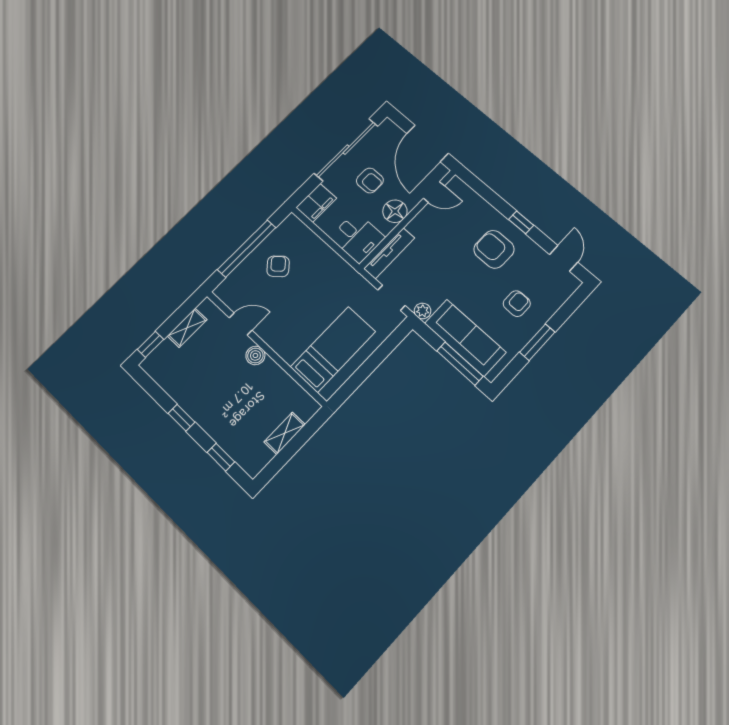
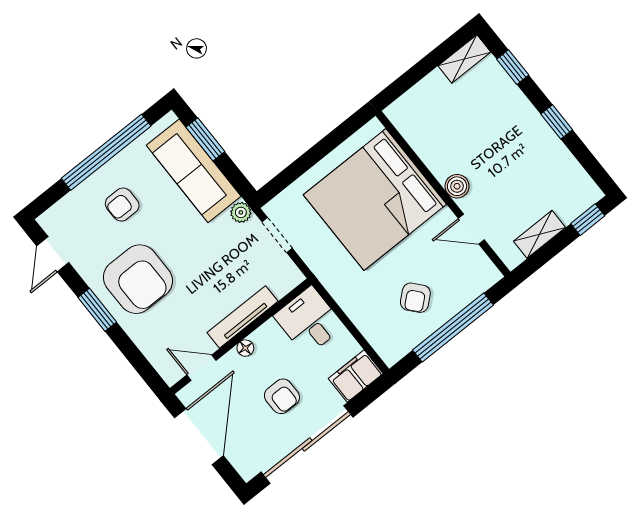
armchair: (370, 181) -> (282, 396), turned 180
floor lamp: (395, 211) -> (245, 348), width x0.53, depth x0.53
window: (521, 222) -> (97, 310), width x1.50
armchair: (494, 249) -> (138, 279), width x1.36, depth x1.36
tv unit: (389, 253) -> (242, 317), moved
window: (537, 342) -> (106, 152), width x2.11
bed: (333, 349) -> (375, 200), width x2.04
window: (460, 364) -> (205, 139), width x0.69
shelving: (285, 433) -> (464, 59), moved

